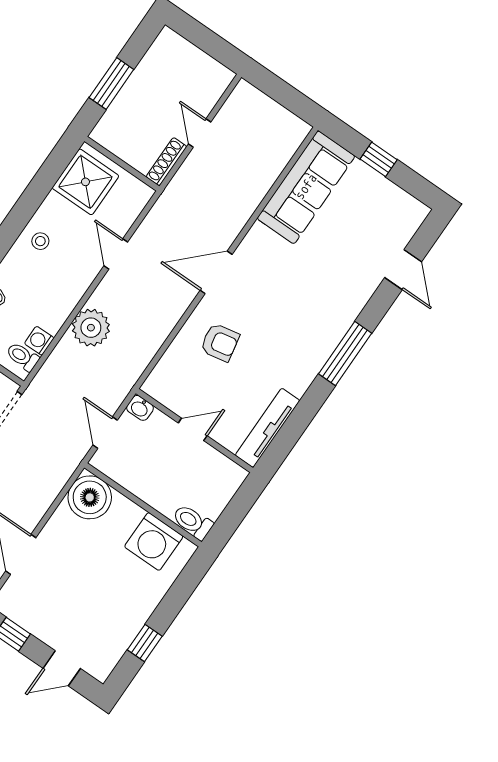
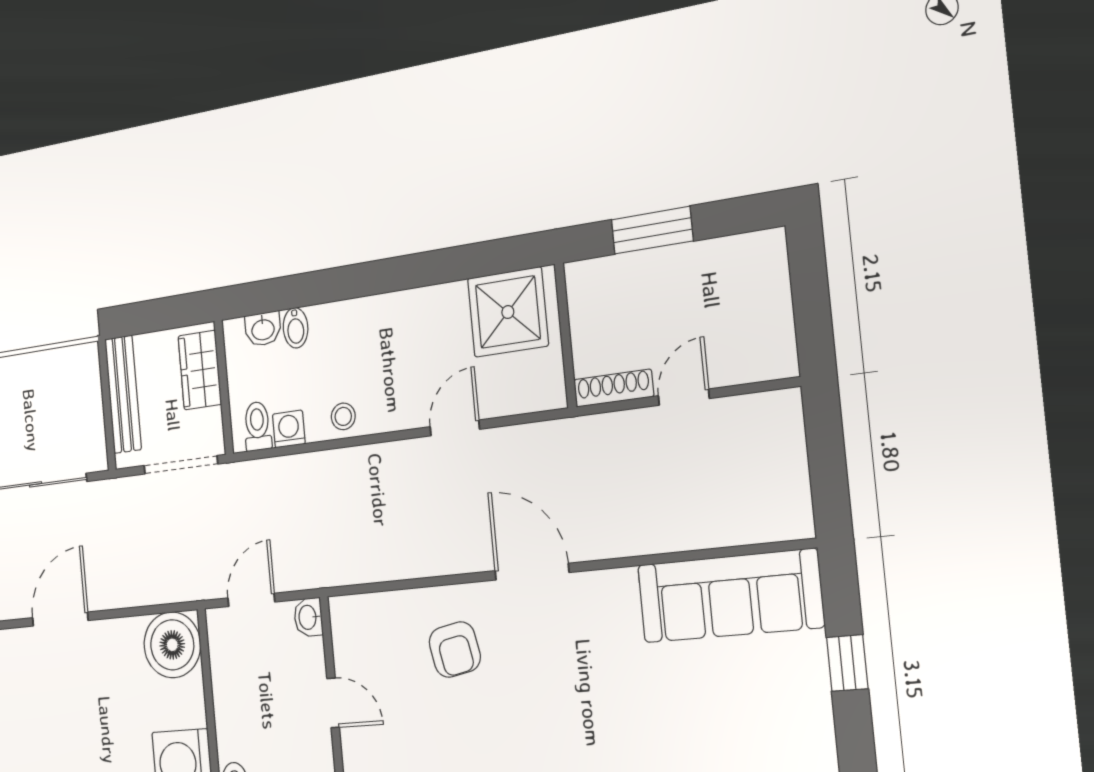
stool: (40, 241) -> (343, 416), moved
plant: (91, 328) -> (350, 476), removed

